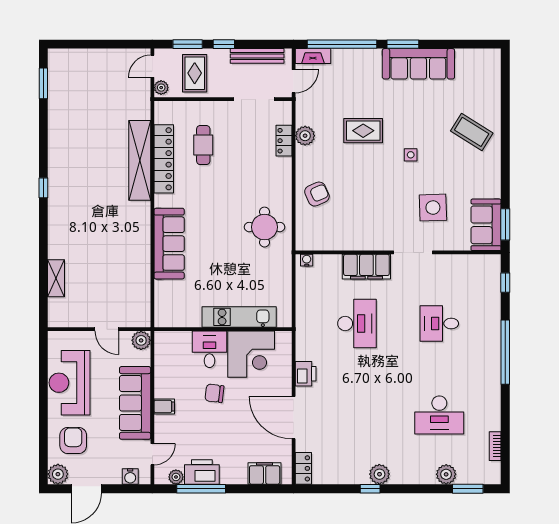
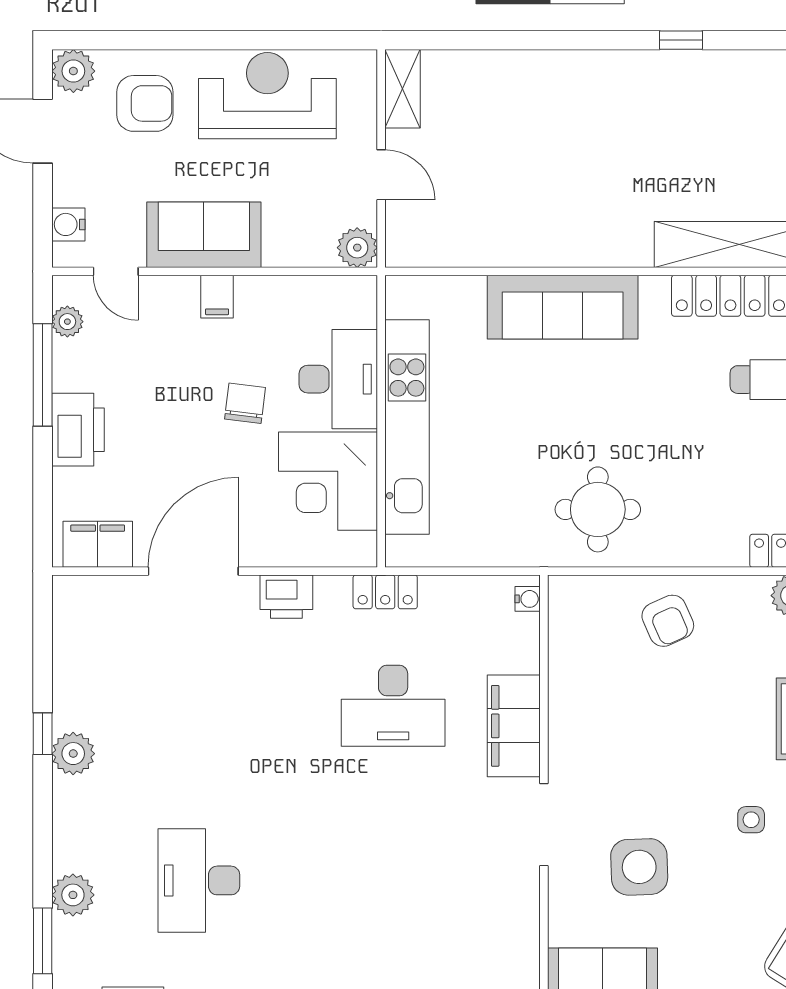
shelving: (56, 278) -> (402, 89), moved, turned 90
kitchen unit: (239, 317) -> (407, 427), width x1.36
desk: (439, 323) -> (393, 880), removed
door: (107, 329) -> (381, 175), swing flipped
desk: (209, 349) -> (338, 379), width x1.37
sofa: (135, 403) -> (204, 235), width x0.73
locker: (303, 468) -> (385, 592), moved
printer: (202, 472) -> (78, 430), moved
filing cabinet: (265, 473) -> (98, 544), moved, turned -90

